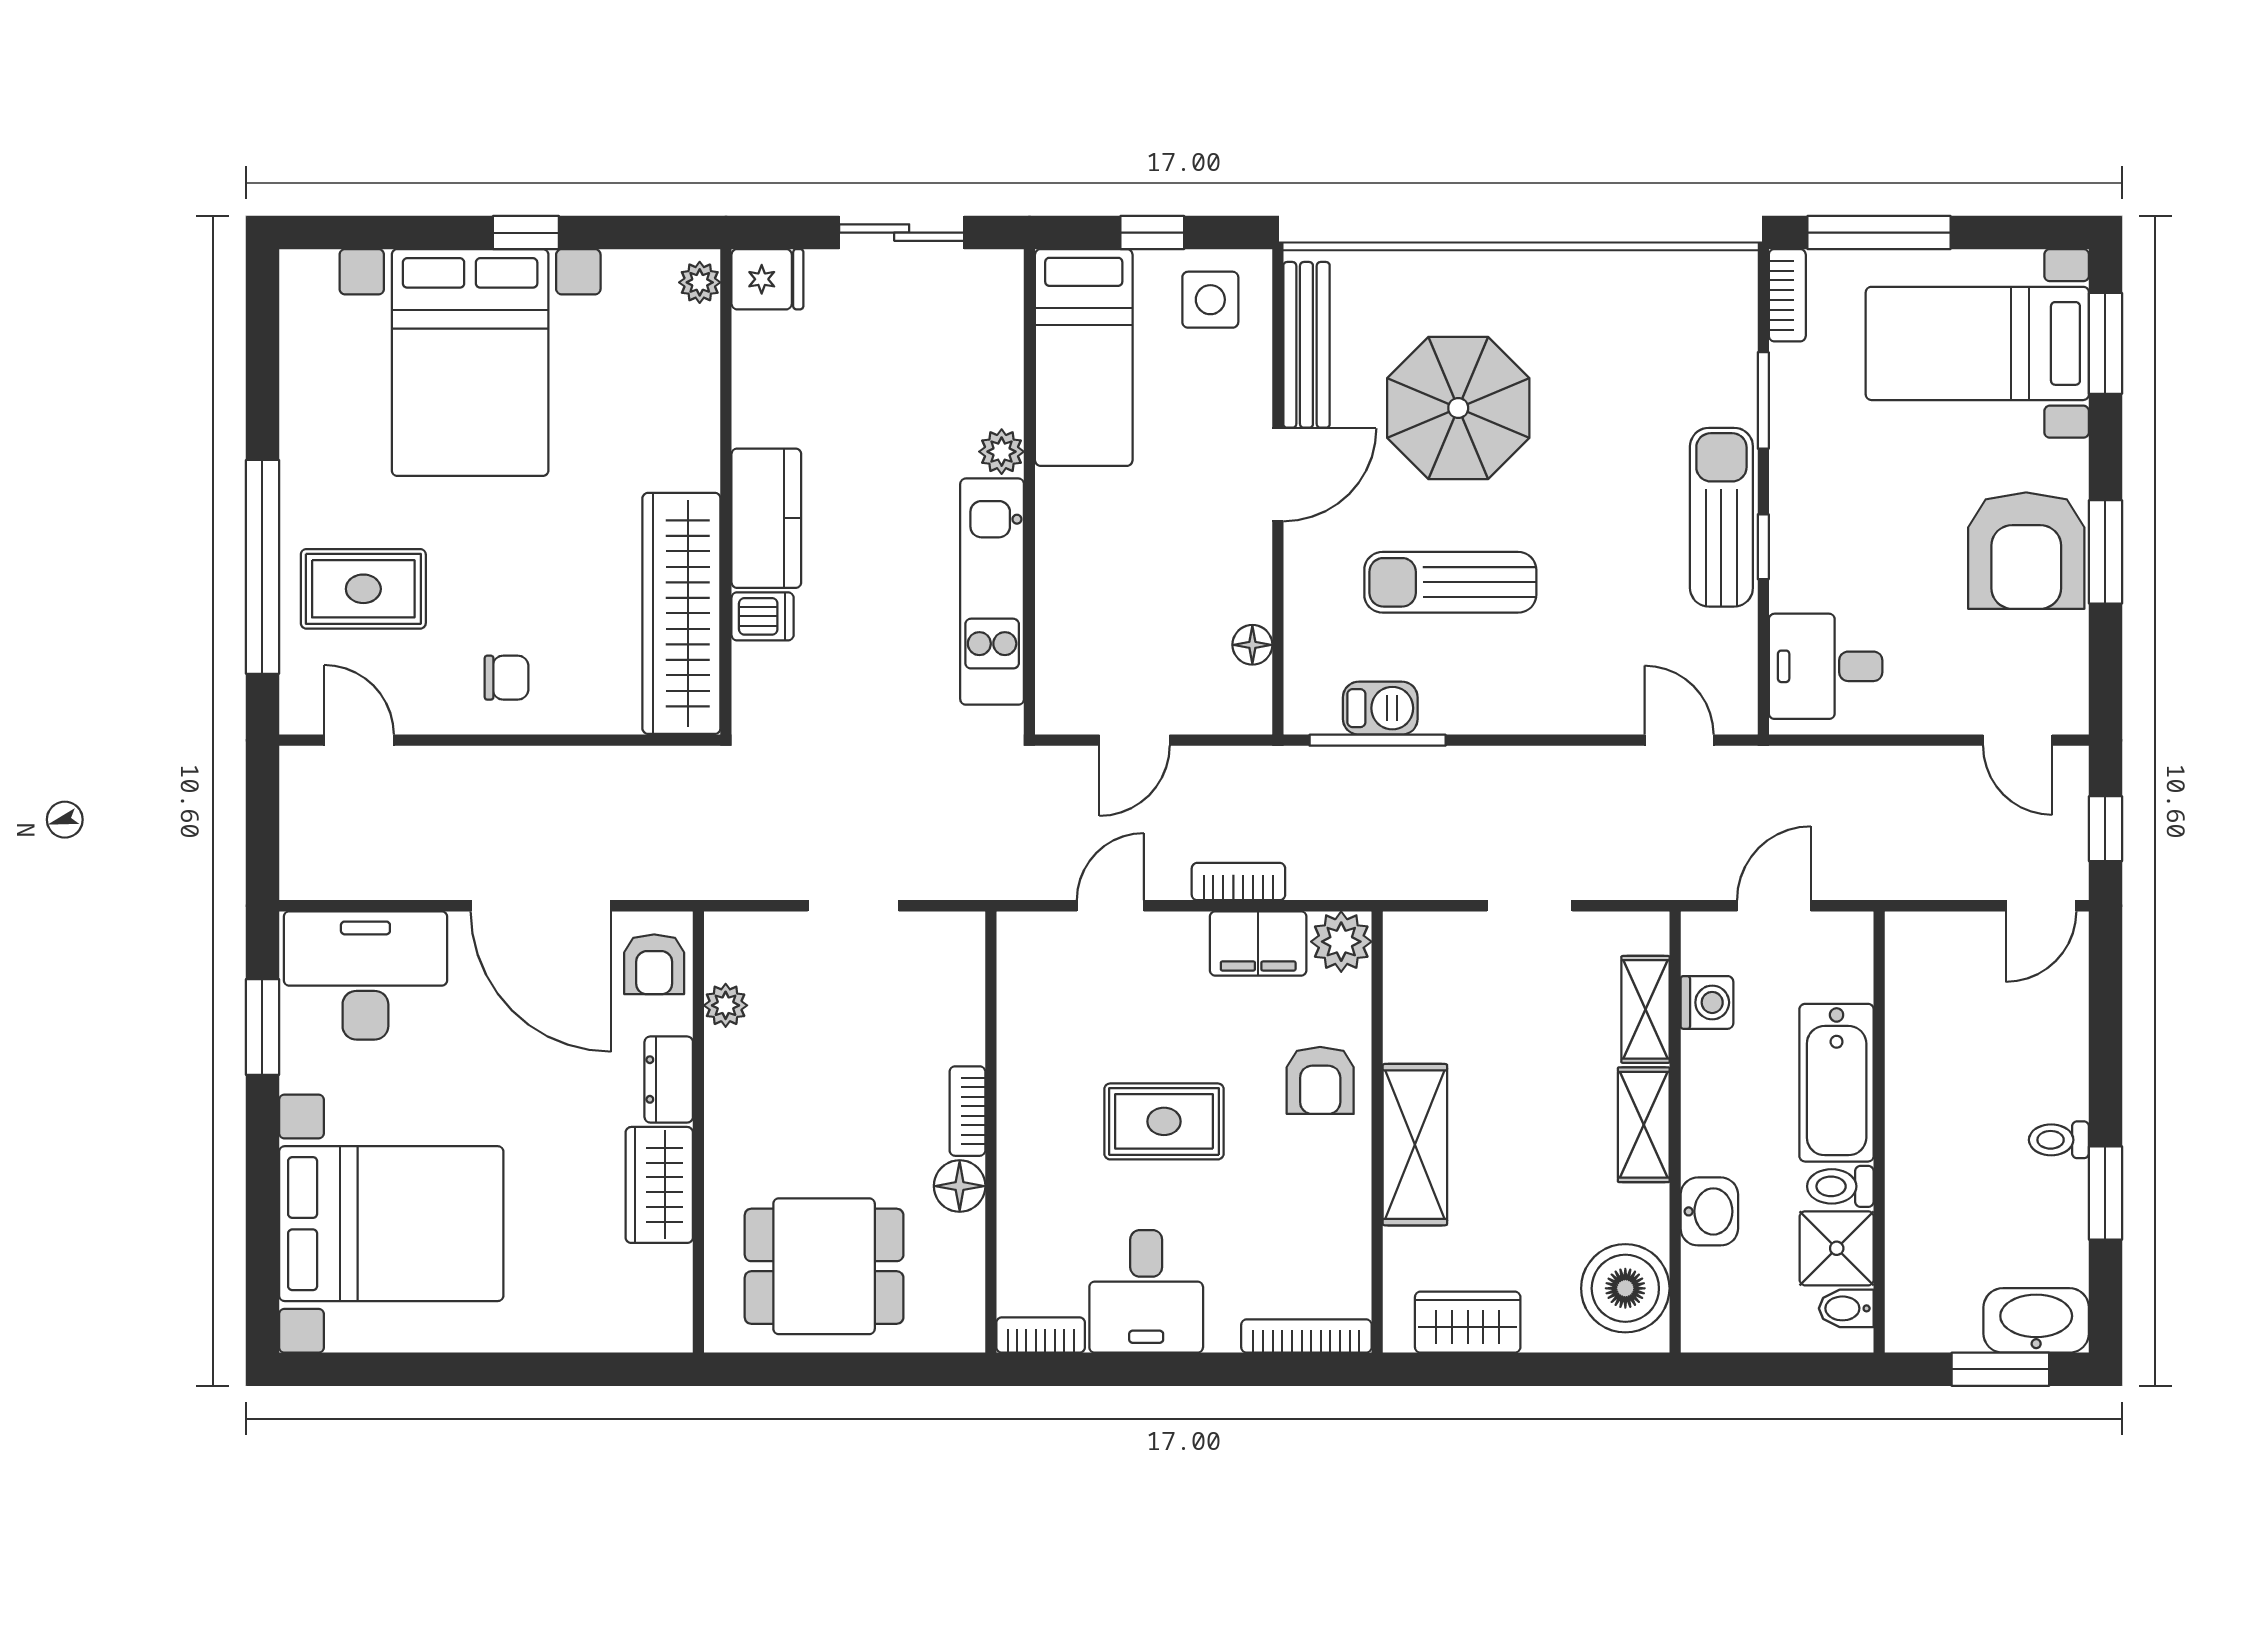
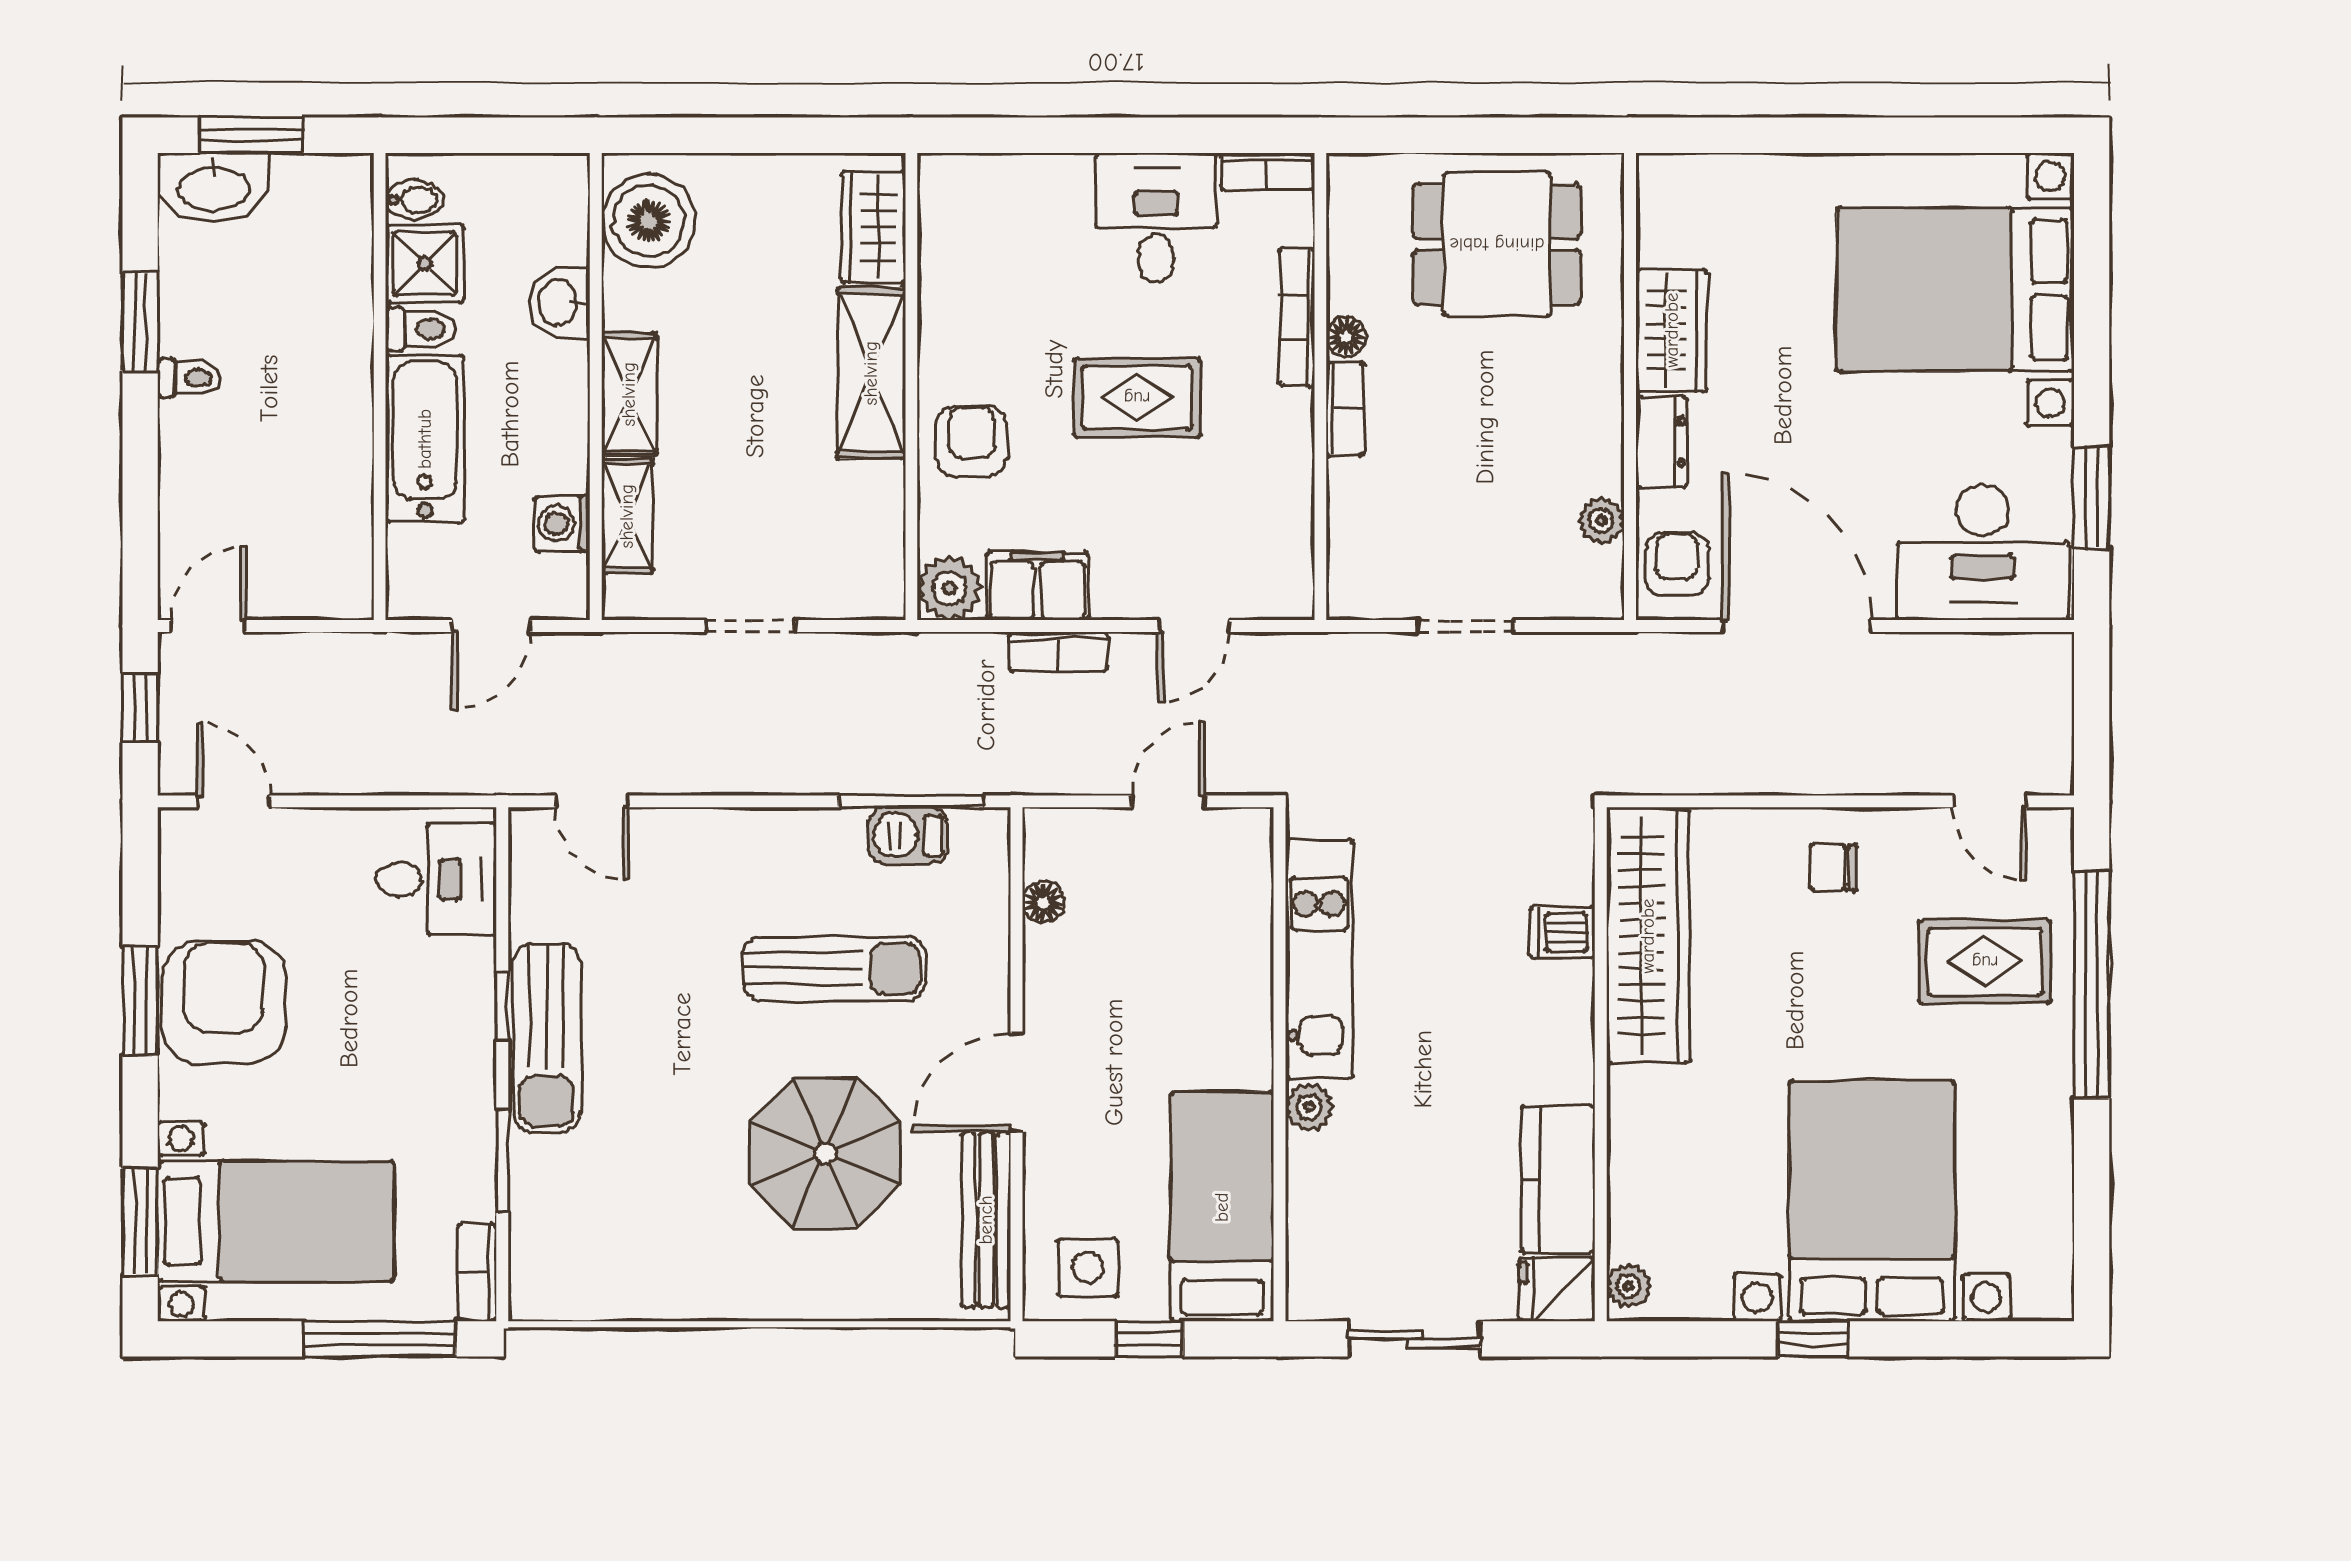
kitchen counter: (766, 518) -> (1558, 1179), moved
floor lamp: (960, 1186) -> (1346, 337), width x0.73, depth x0.73
wardrobe: (1468, 1322) -> (873, 227), moved, turned 90
bookcase: (1306, 1336) -> (1297, 317), moved, turned 90

